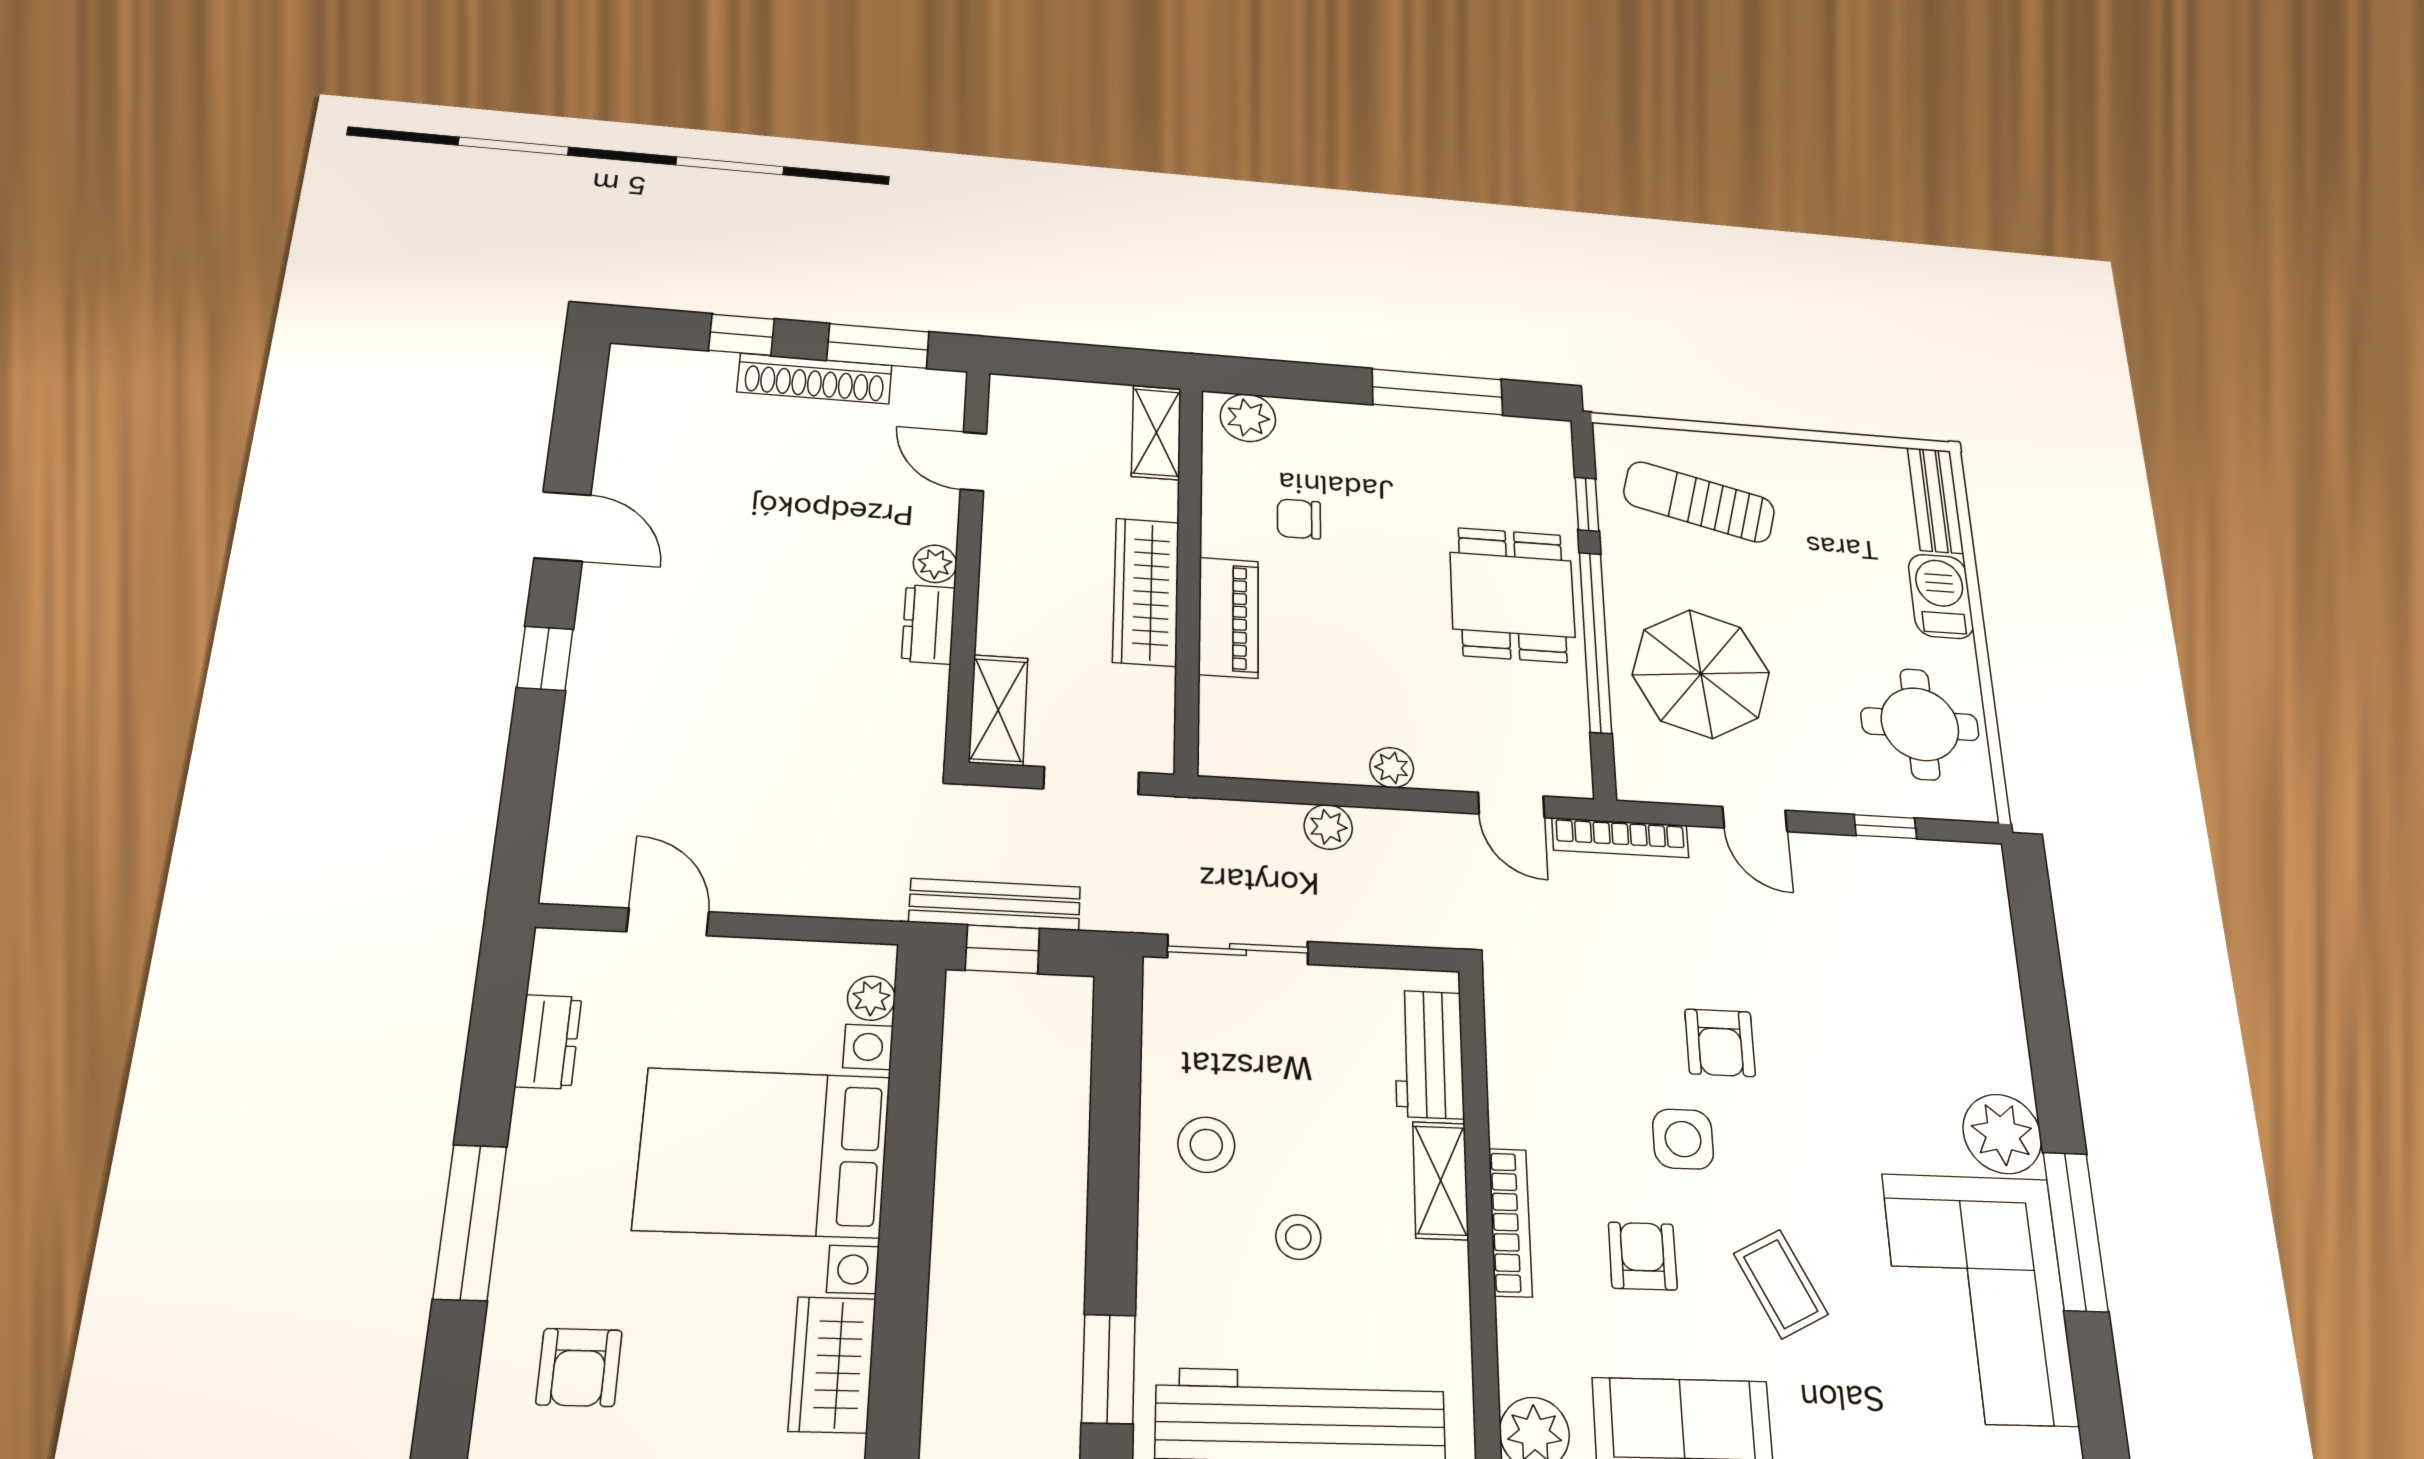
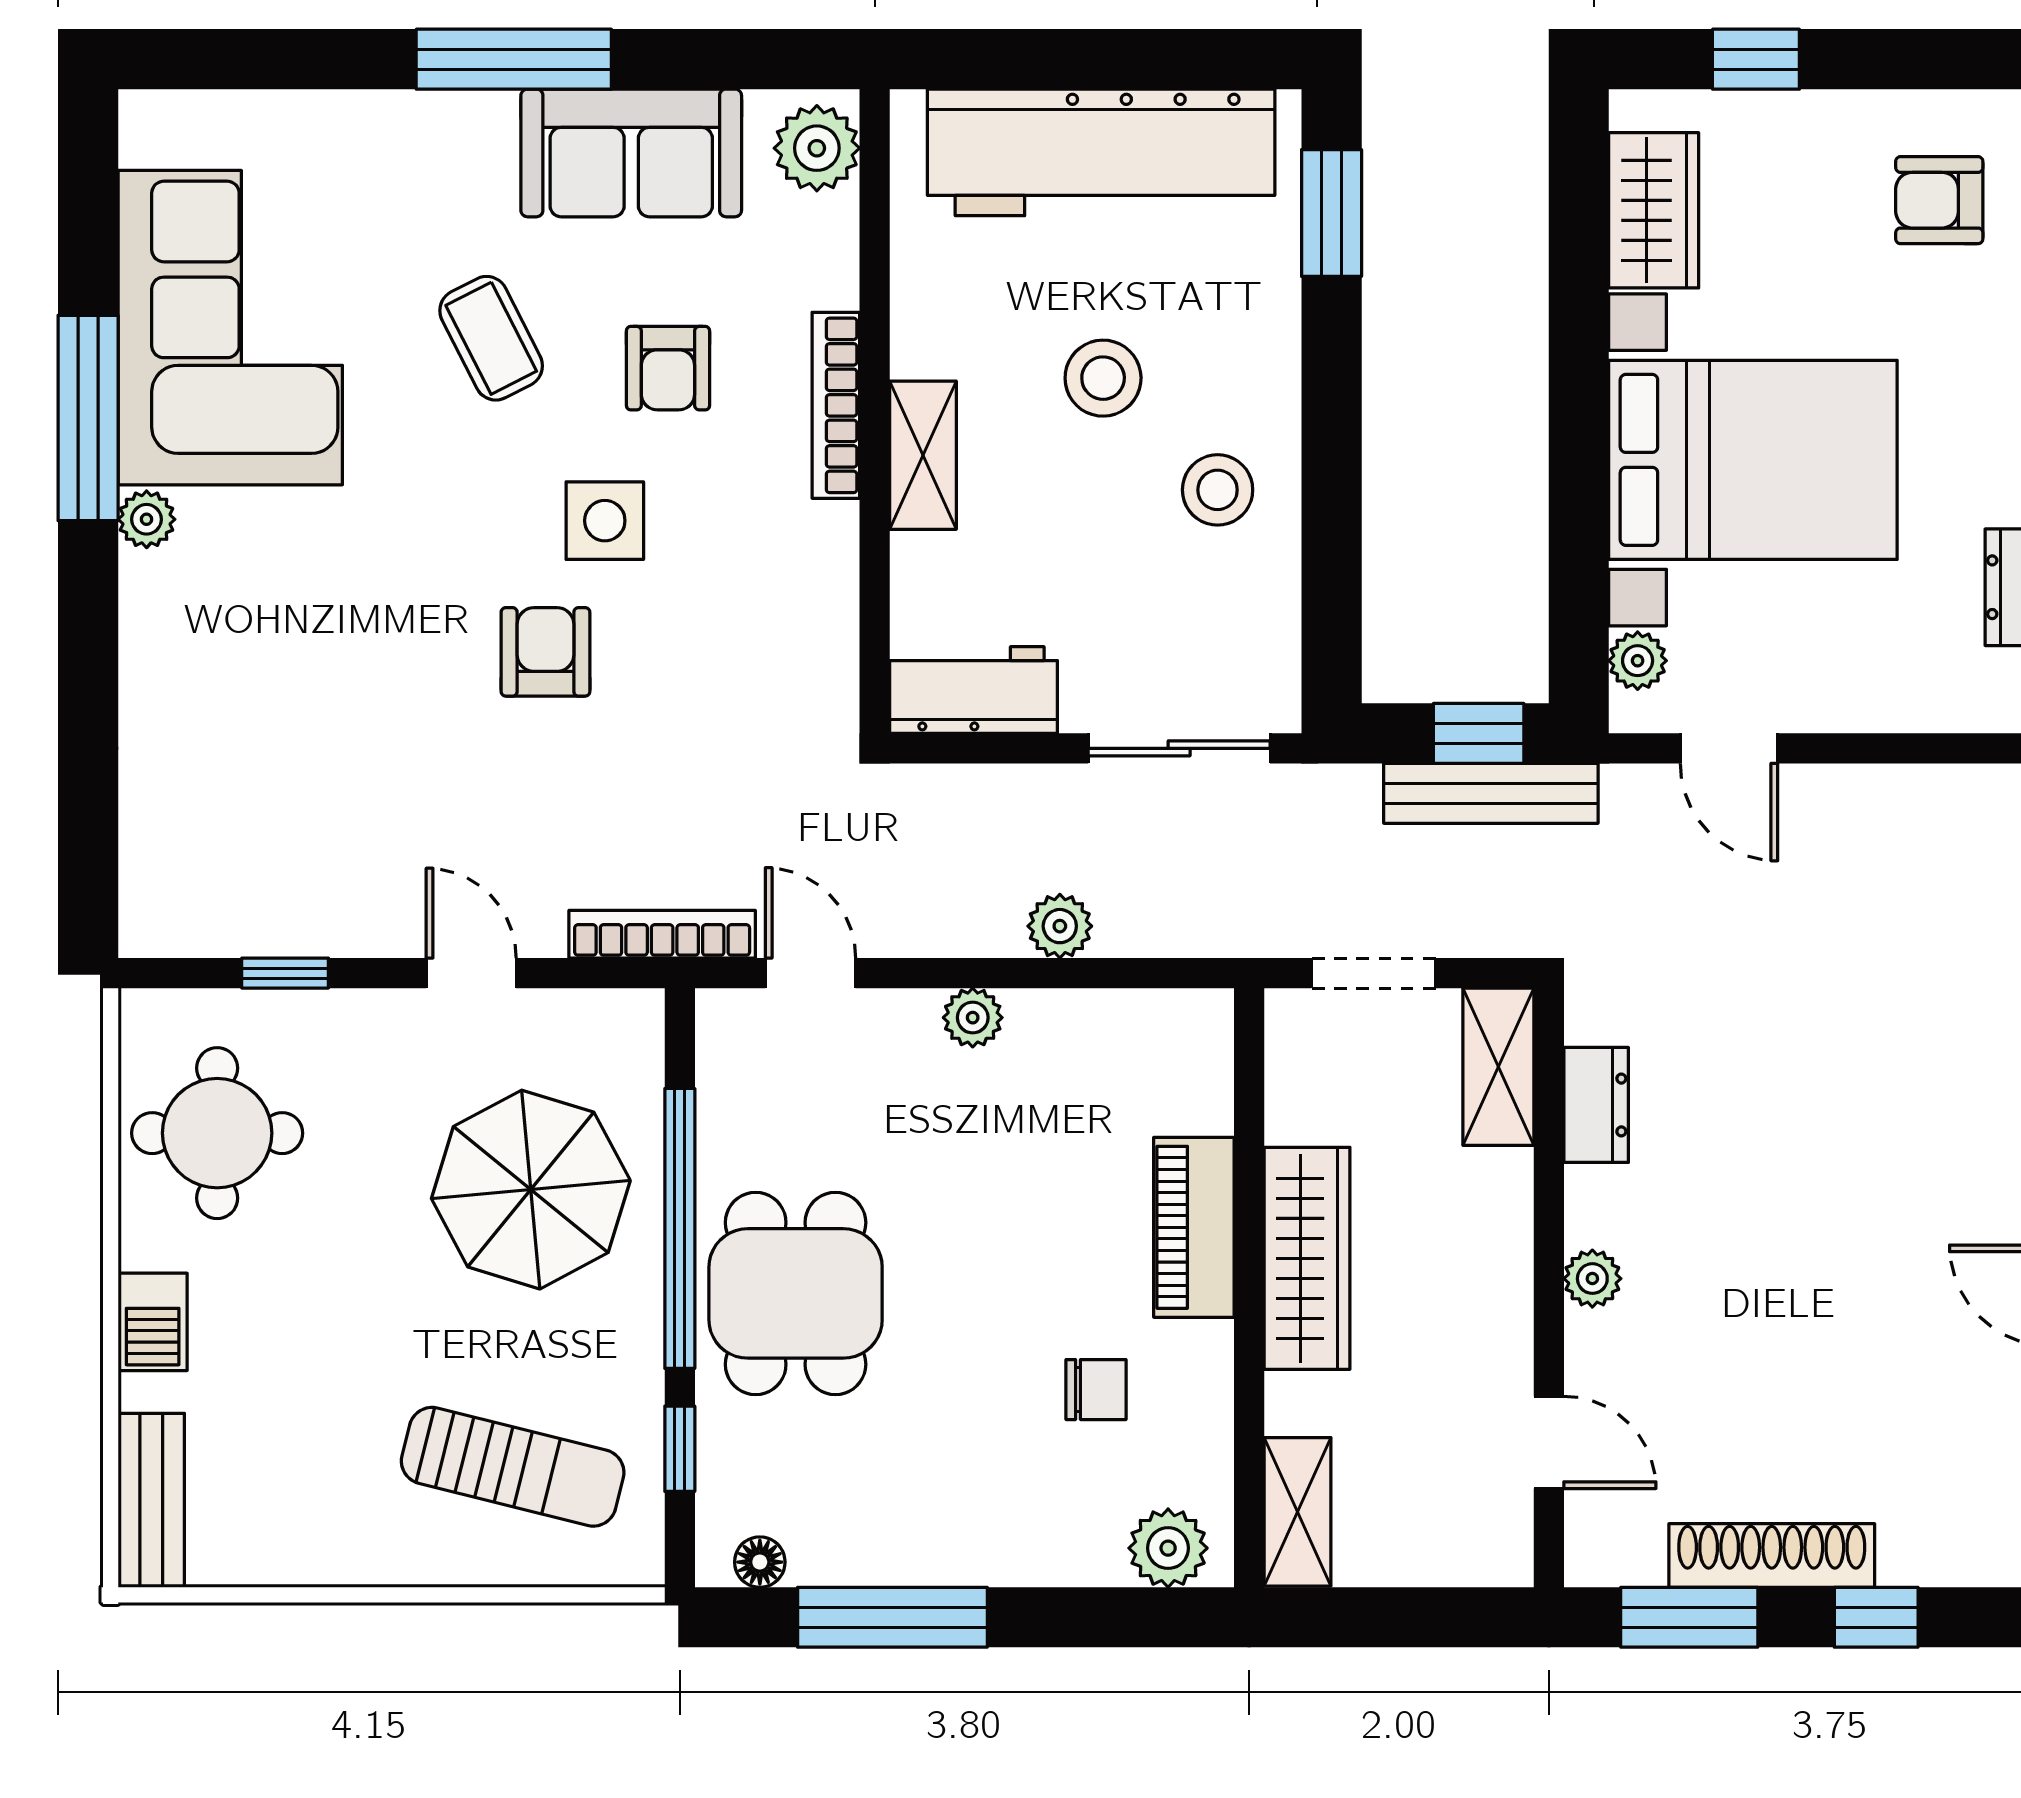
floor lamp: (1529, 432) -> (760, 1562), added
barbecue: (1941, 596) -> (153, 1322), width x0.73, depth x0.79
dresser: (928, 624) -> (1596, 1105), moved
door: (668, 922) -> (1729, 748), moved
workbench: (1429, 1054) -> (974, 690), moved, turned -90
plant: (2002, 1134) -> (147, 519), width x0.53, depth x0.53
stool: (1298, 1237) -> (1103, 378), width x1.37, depth x1.37
armchair: (579, 1367) -> (1939, 200), turned -90

